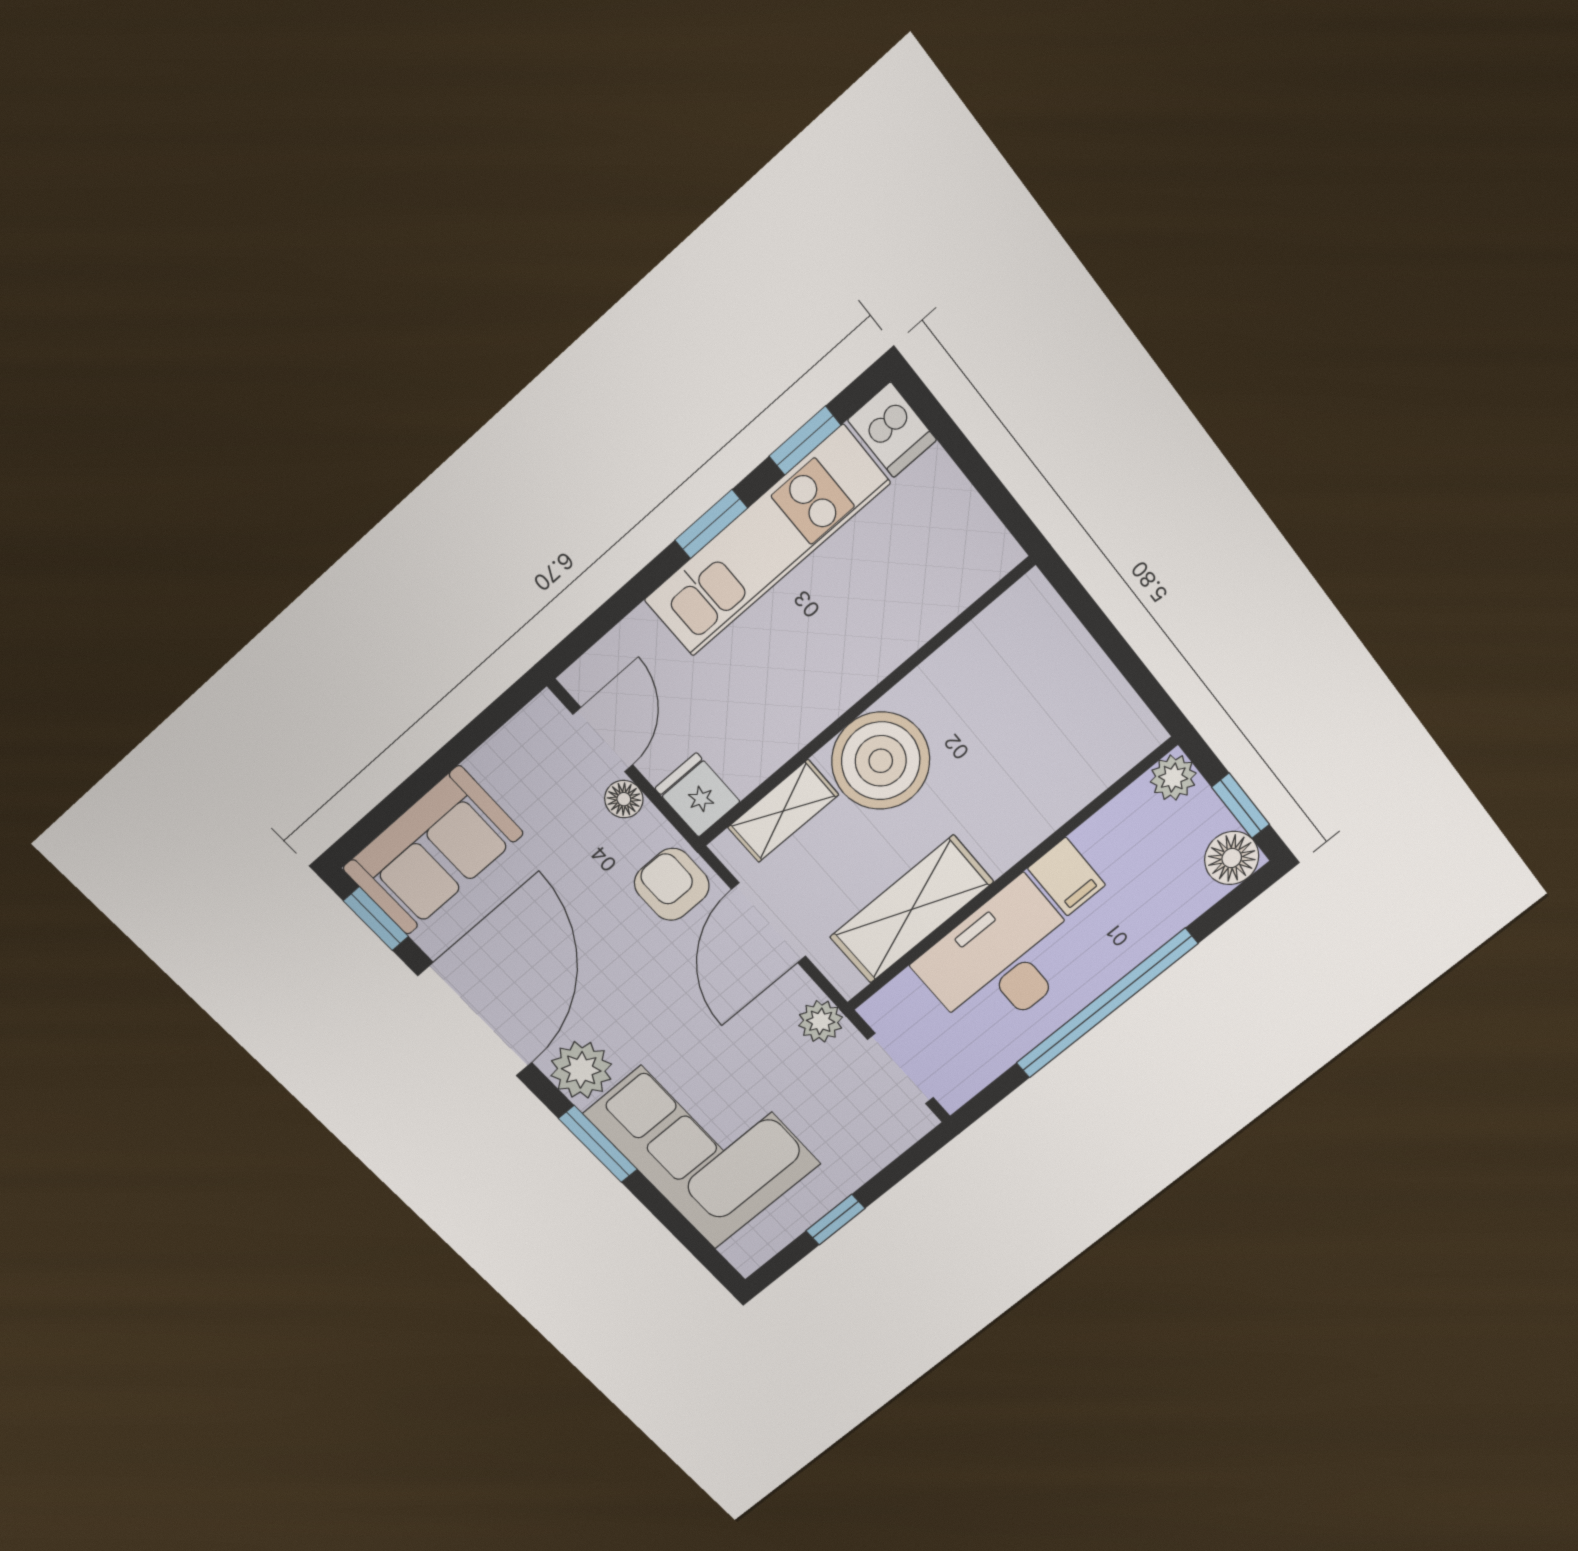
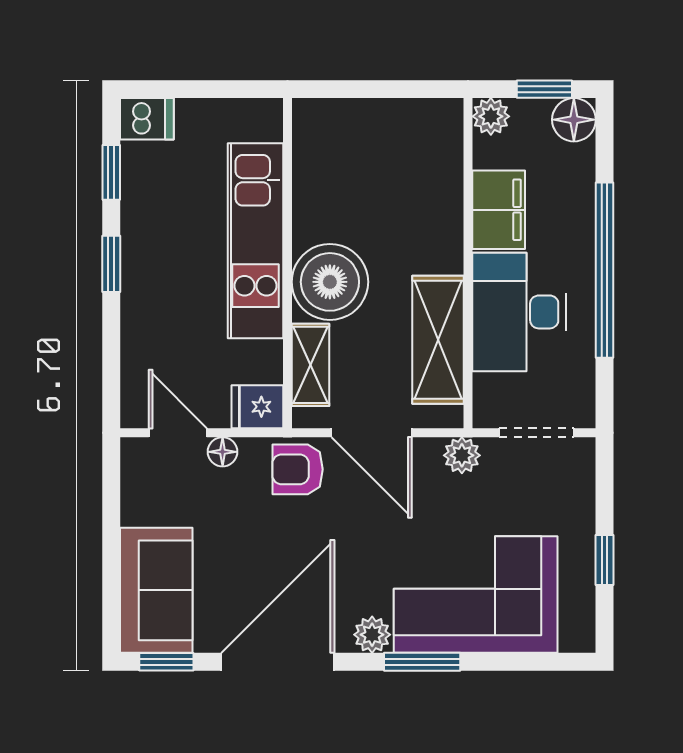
kitchen unit: (767, 542) -> (255, 241), moved, turned 180
filing cabinet: (1067, 877) -> (499, 210), width x2.00
door: (475, 1019) -> (278, 662), hinge flipped
plant: (581, 1070) -> (372, 635), width x0.73, depth x0.73

